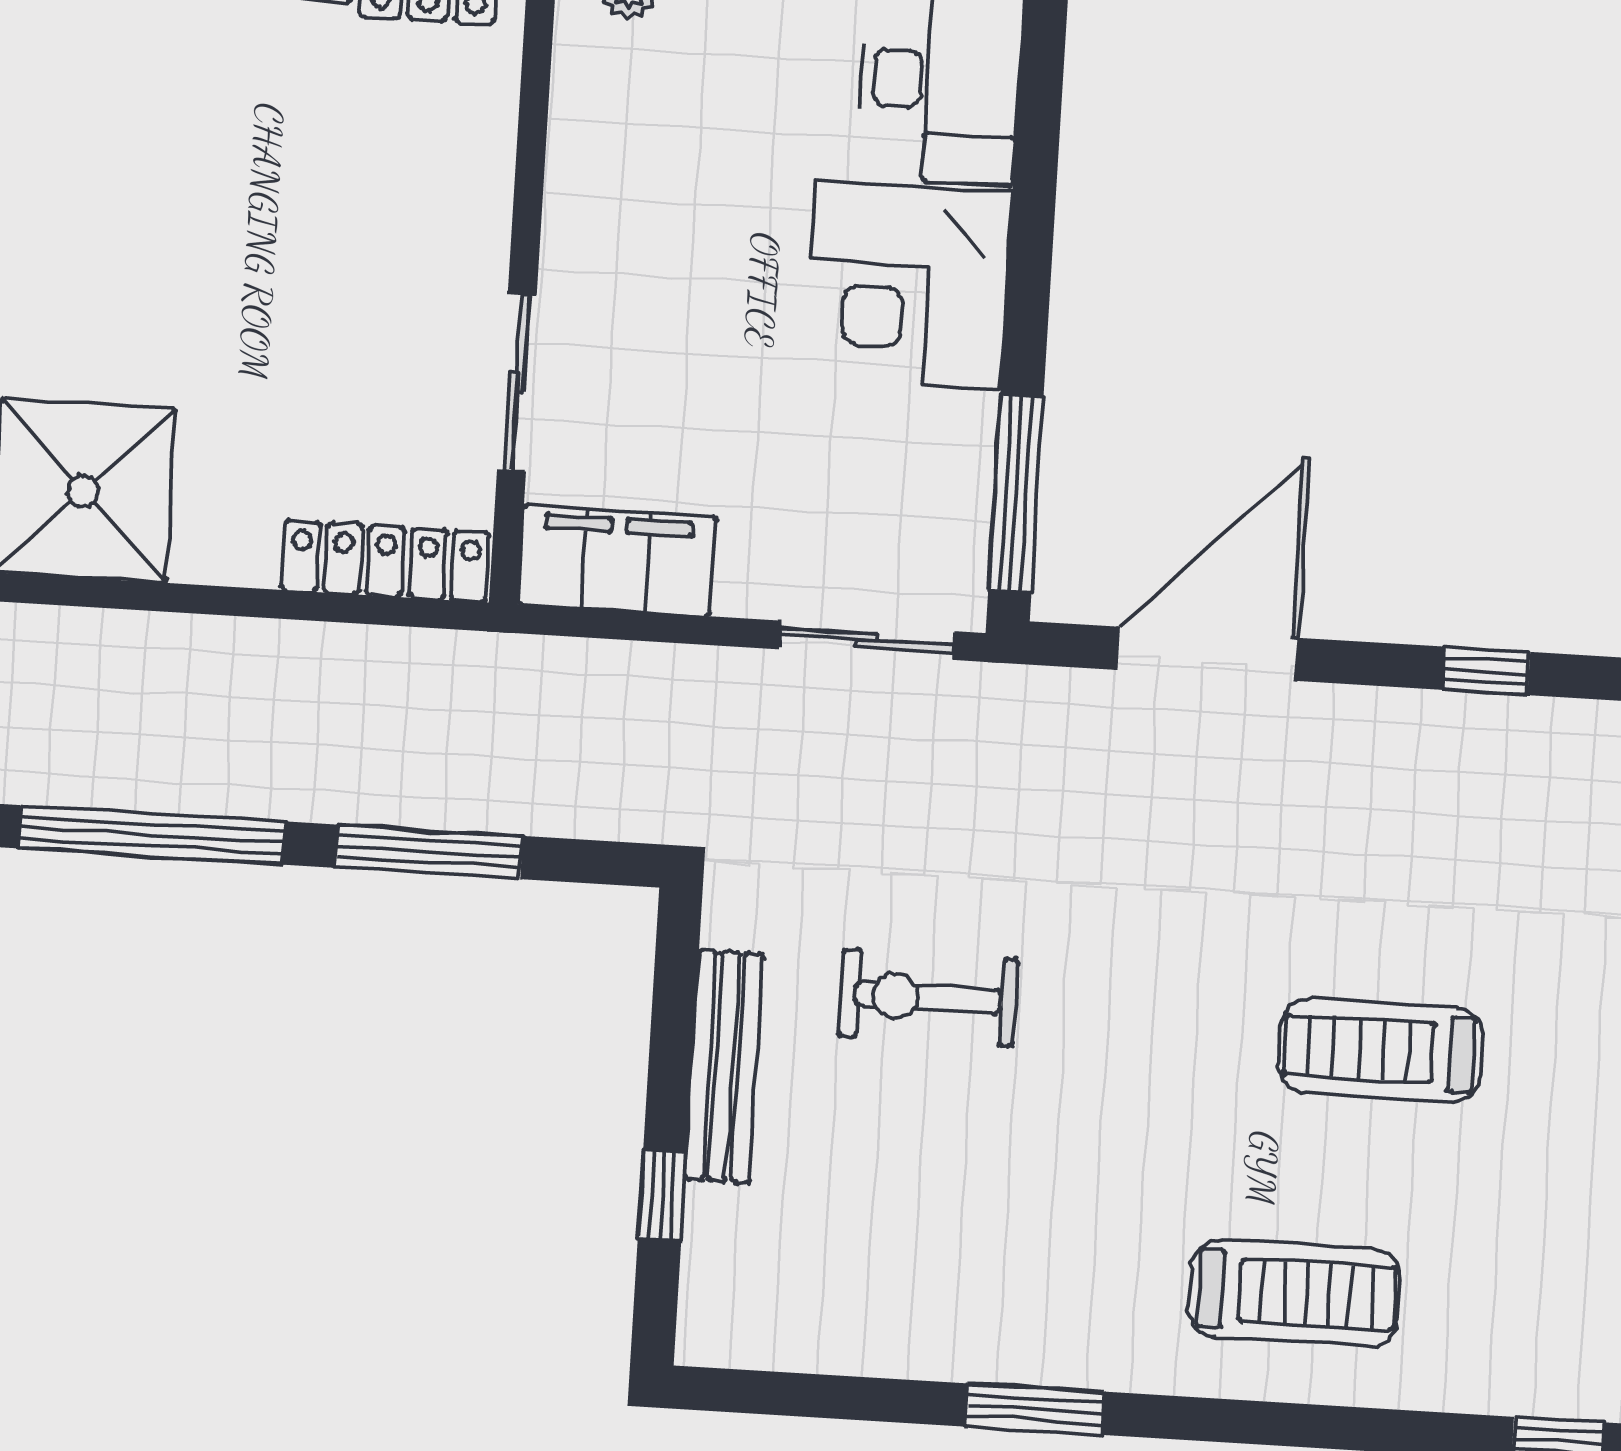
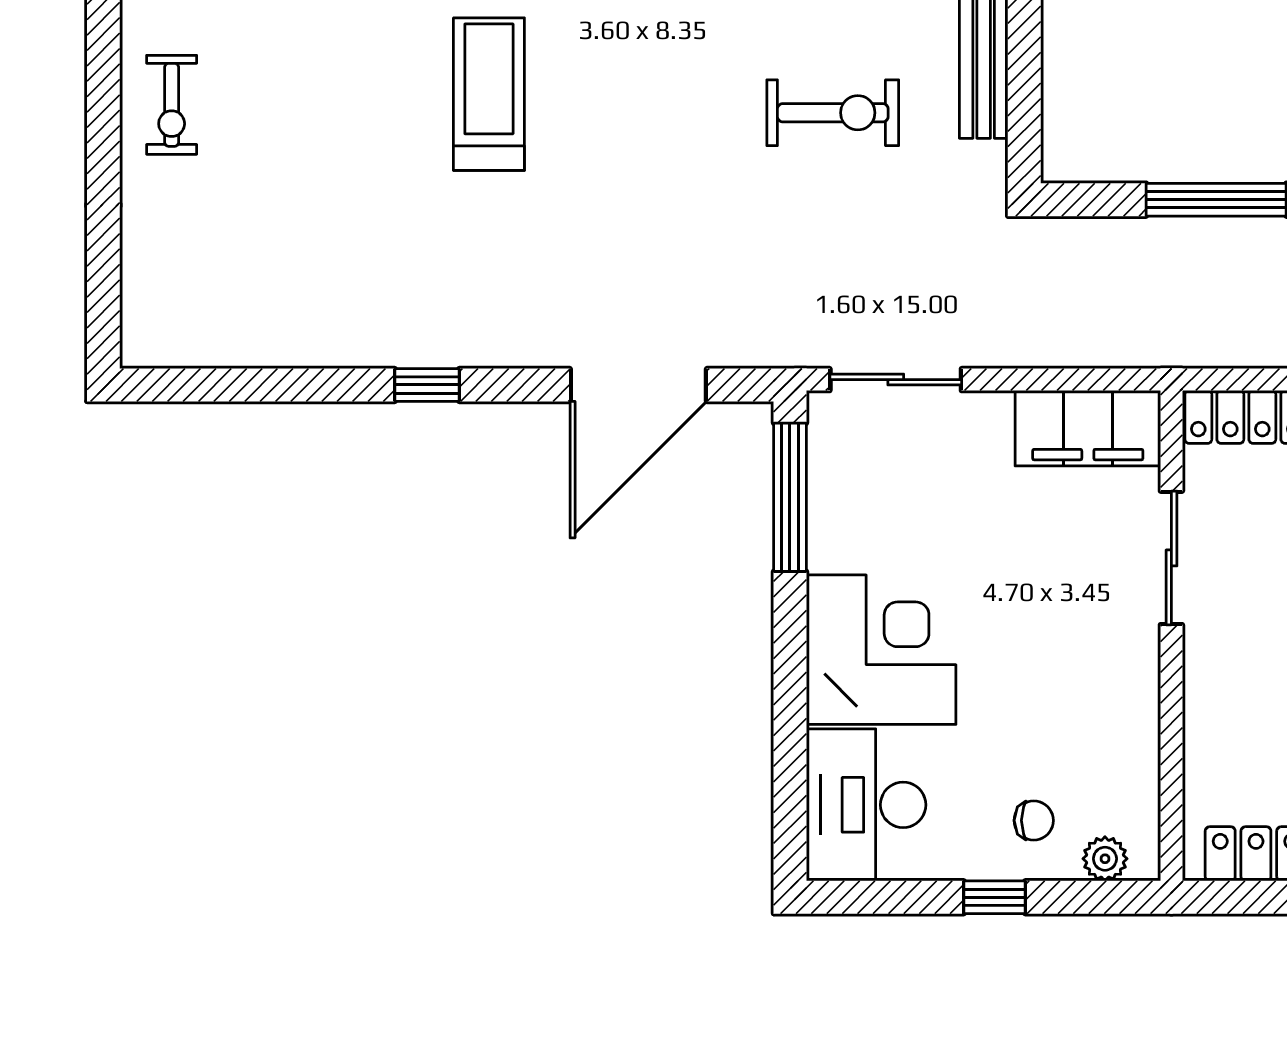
chair: (720, 47) -> (1034, 820), added
treadmill: (1381, 1050) -> (489, 94), turned -90

